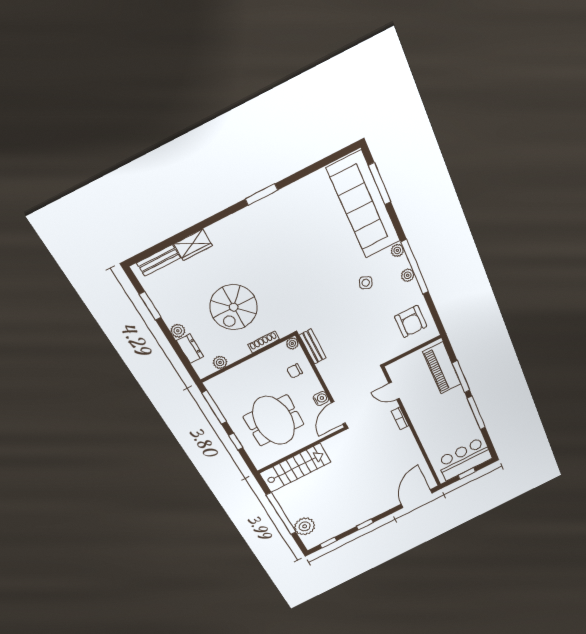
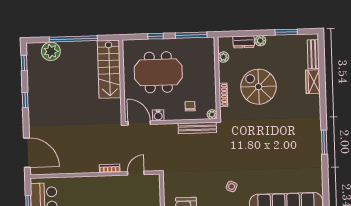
bench: (313, 347) -> (197, 128), width x1.36

